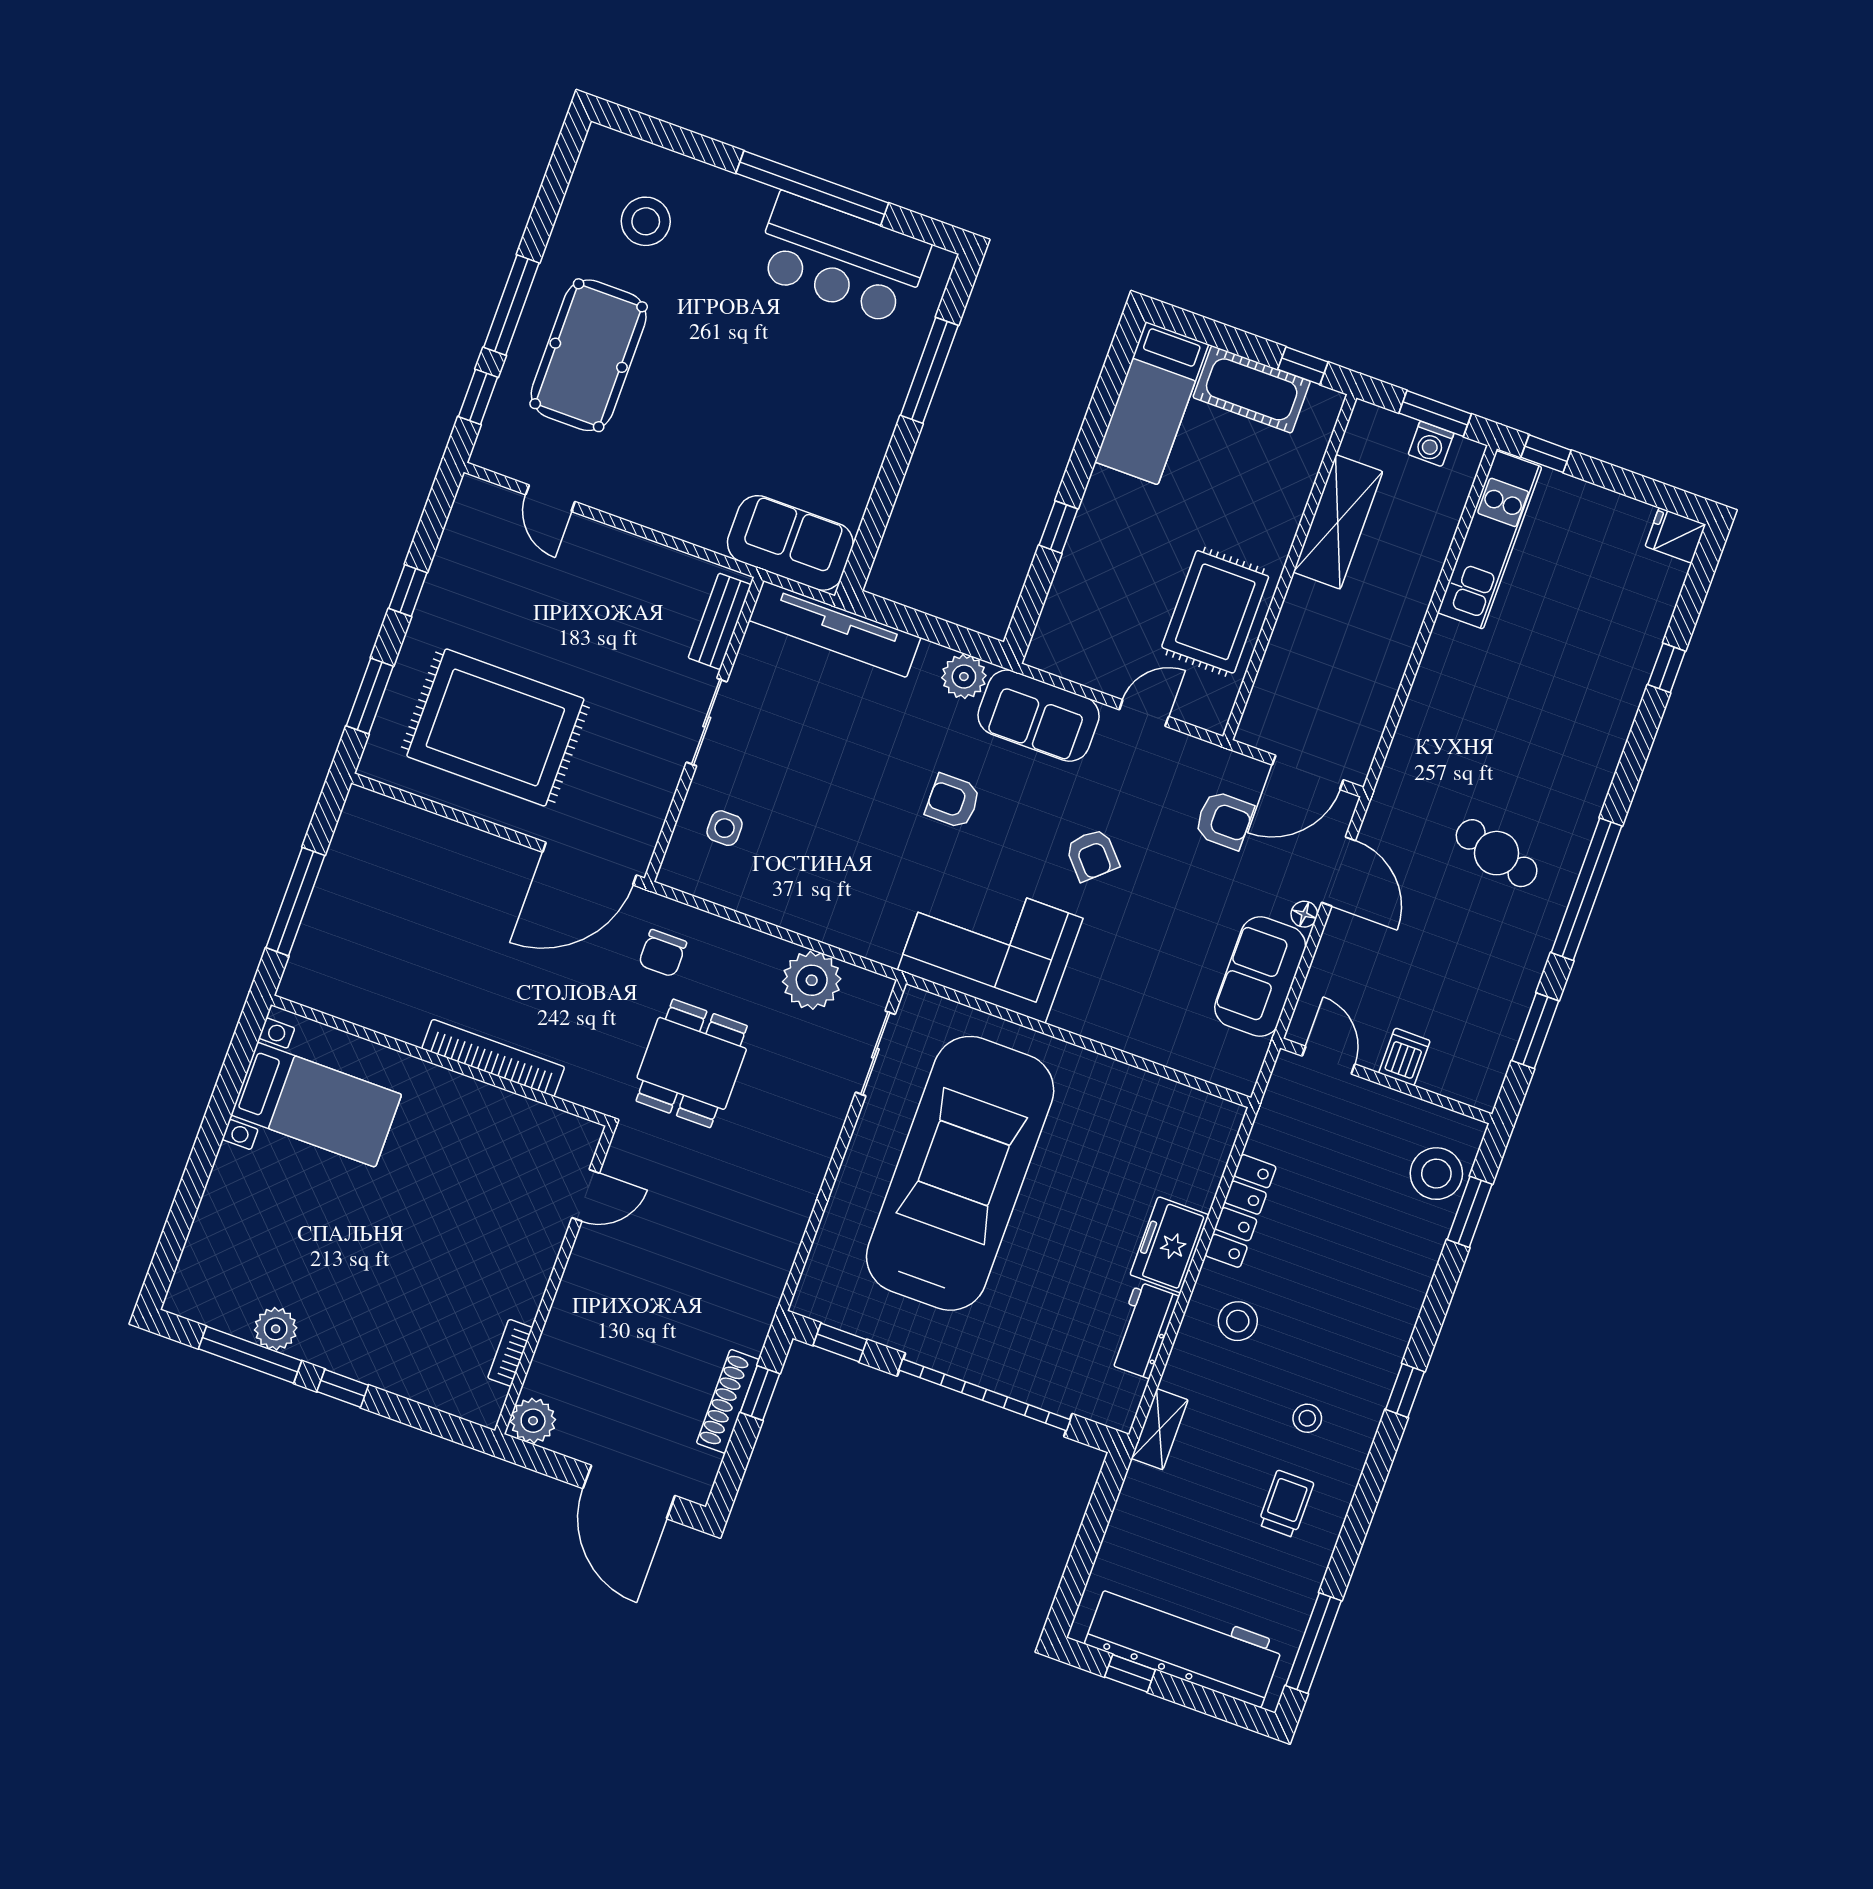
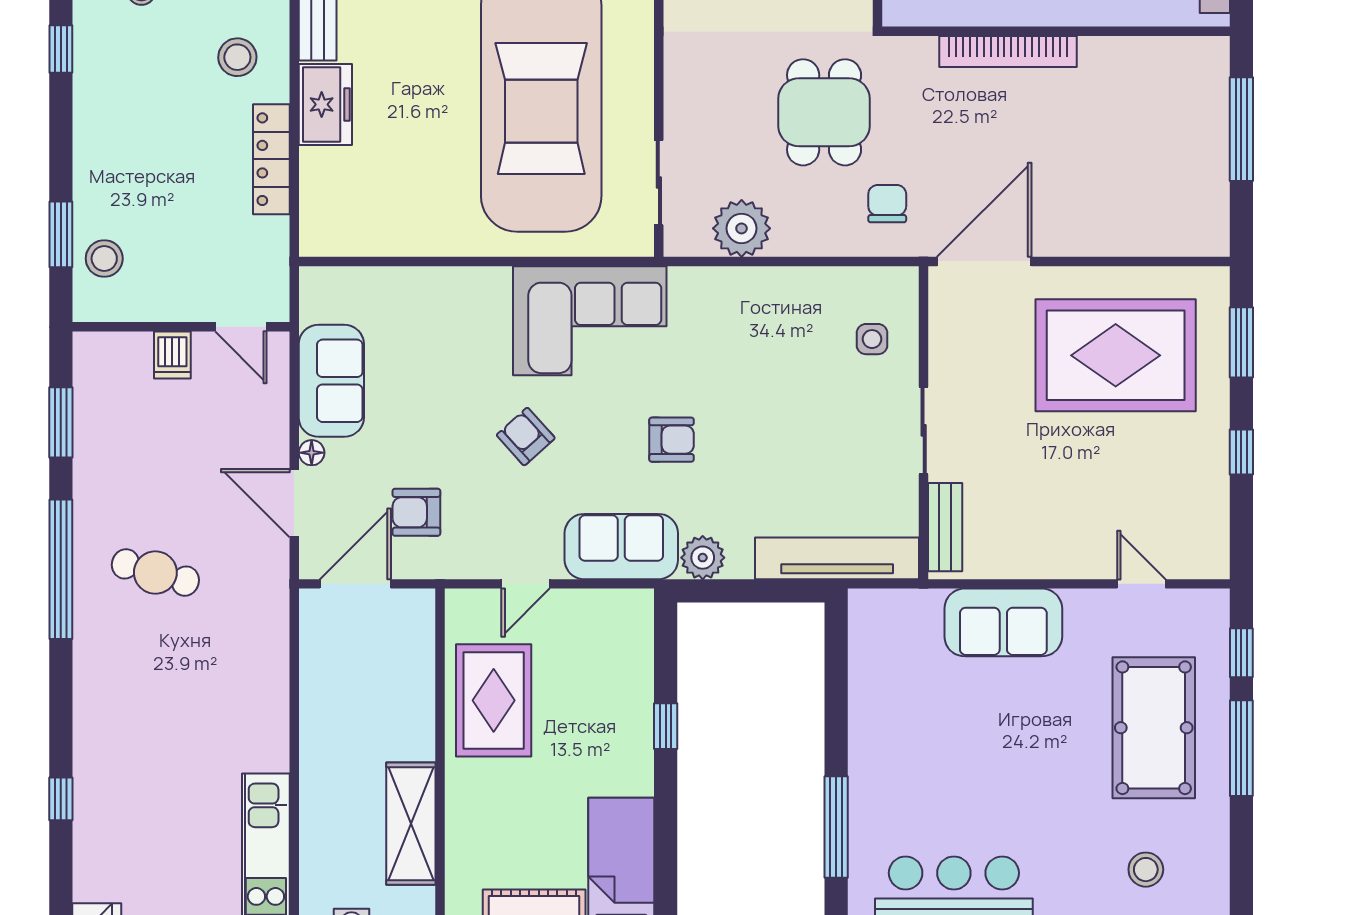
stool: (646, 221) -> (1146, 870), width x0.73, depth x0.73
sofa: (790, 543) -> (1003, 622), moved
stool: (1436, 1174) -> (104, 259), width x0.73, depth x0.73

